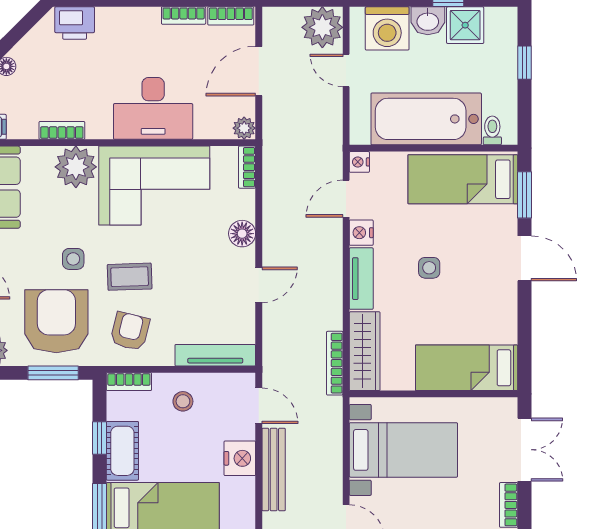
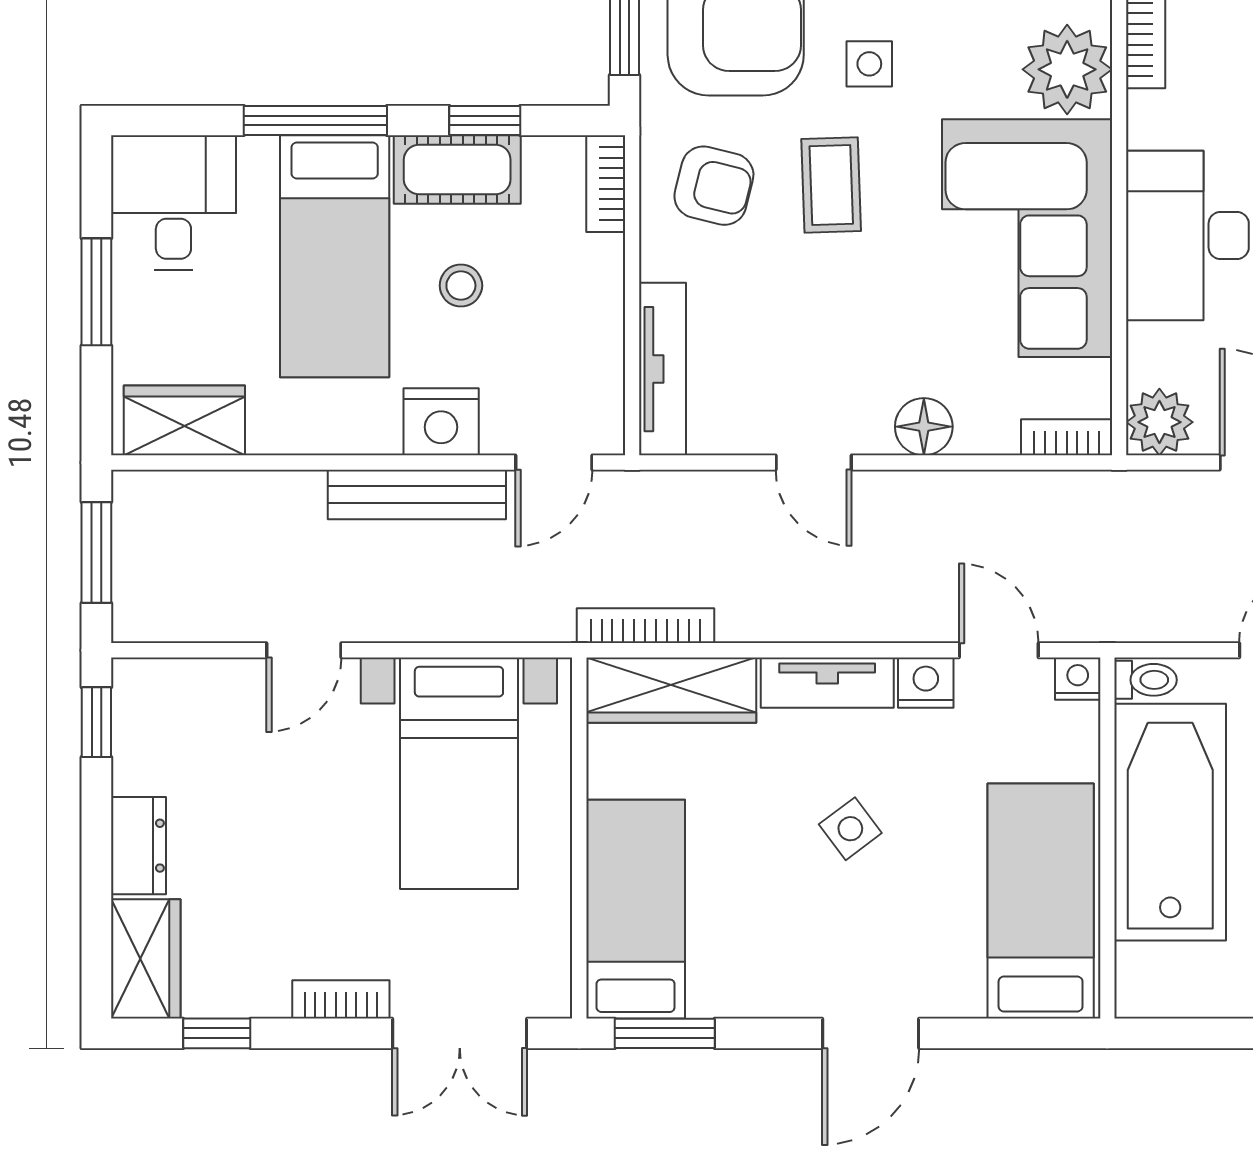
plant: (244, 128) -> (1159, 422), width x1.38, depth x1.38
toilet: (492, 130) -> (1146, 680), moved
window: (524, 195) -> (665, 1033), moved
side table: (429, 268) -> (850, 829), turned -37
stool: (183, 401) -> (461, 286), moved

